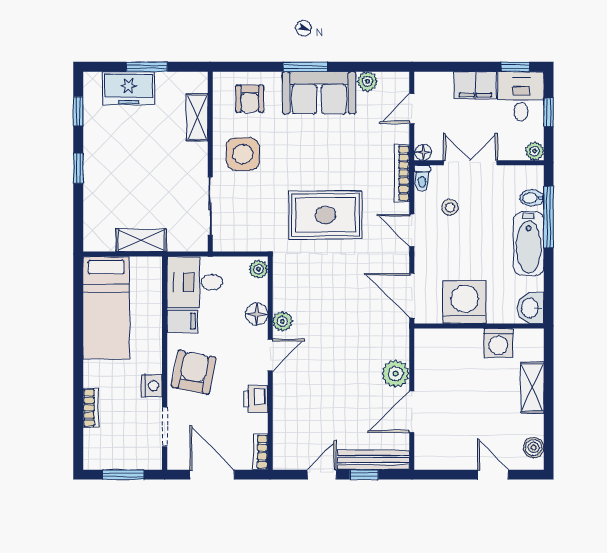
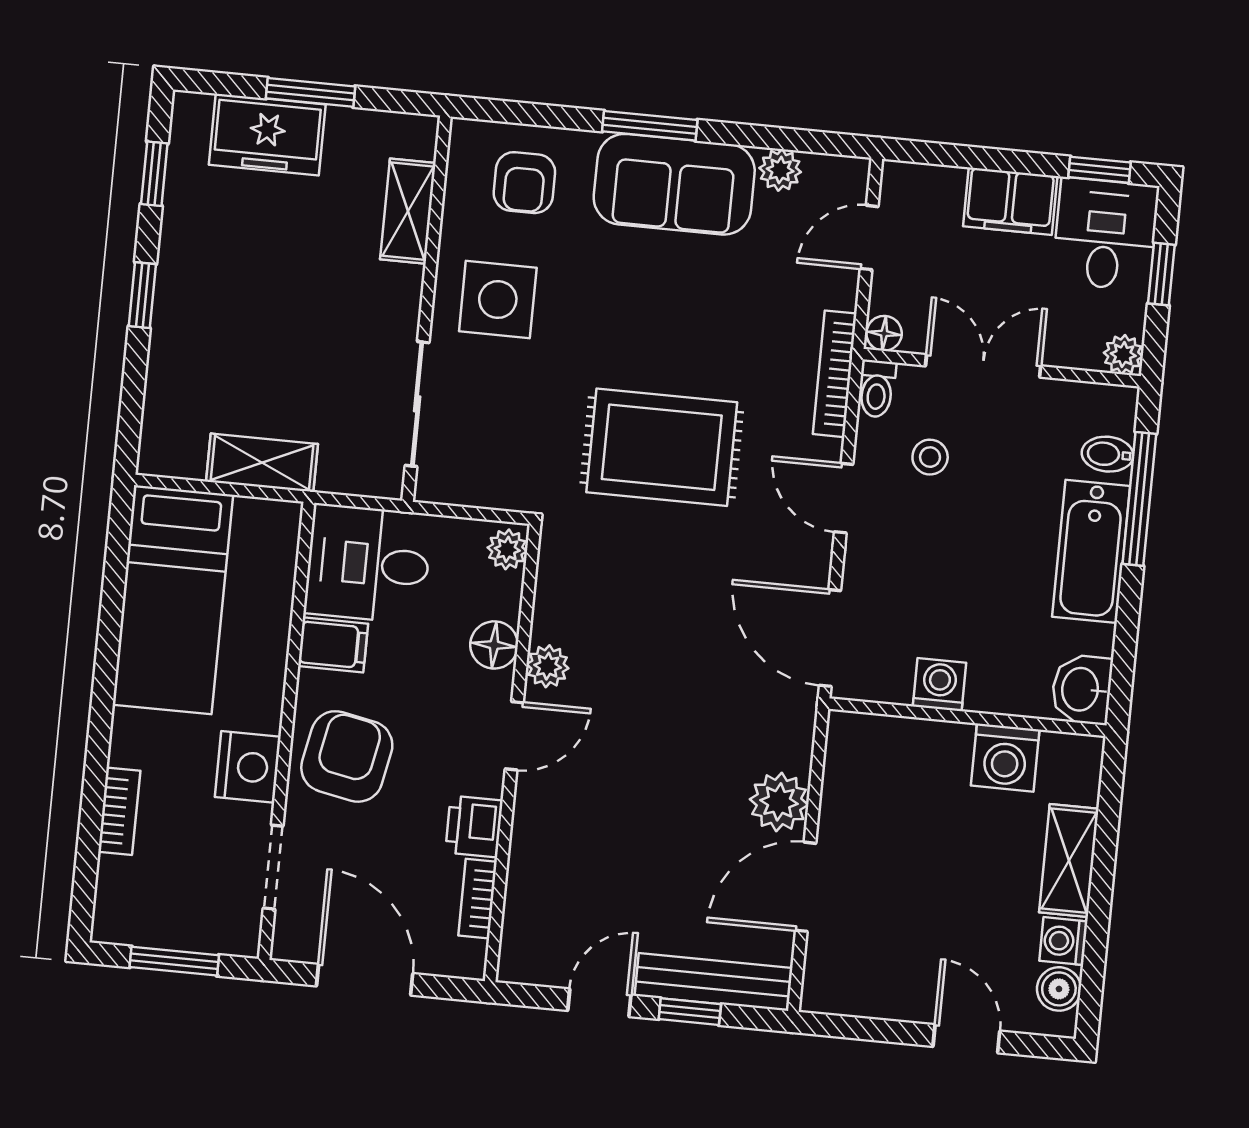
washing machine: (465, 302) -> (940, 685), width x0.53, depth x0.53
nightstand: (152, 386) -> (248, 767), width x1.36, depth x1.33
washing machine: (533, 425) -> (1063, 941), added
bookcase: (261, 452) -> (478, 899), moved

